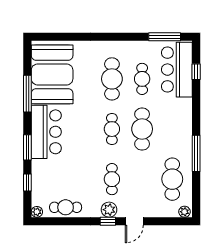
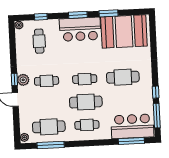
window: (134, 37) -> (156, 92), added
window: (196, 72) -> (131, 141), width x2.17
cafe table: (142, 79) -> (87, 125), moved
window: (27, 94) -> (108, 13), width x0.69
window: (27, 147) -> (78, 15), moved
window: (196, 153) -> (51, 145), moved
cafe table: (66, 207) -> (39, 41), moved

